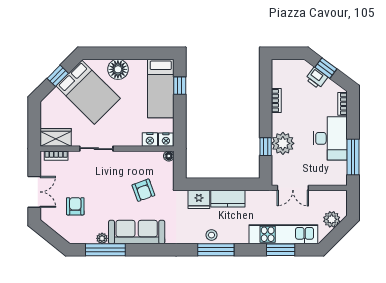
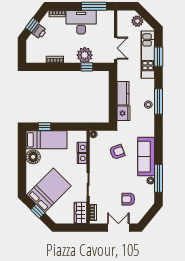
floor lamp: (118, 69) -> (33, 157), moved
nightstand: (166, 140) -> (82, 158), moved

